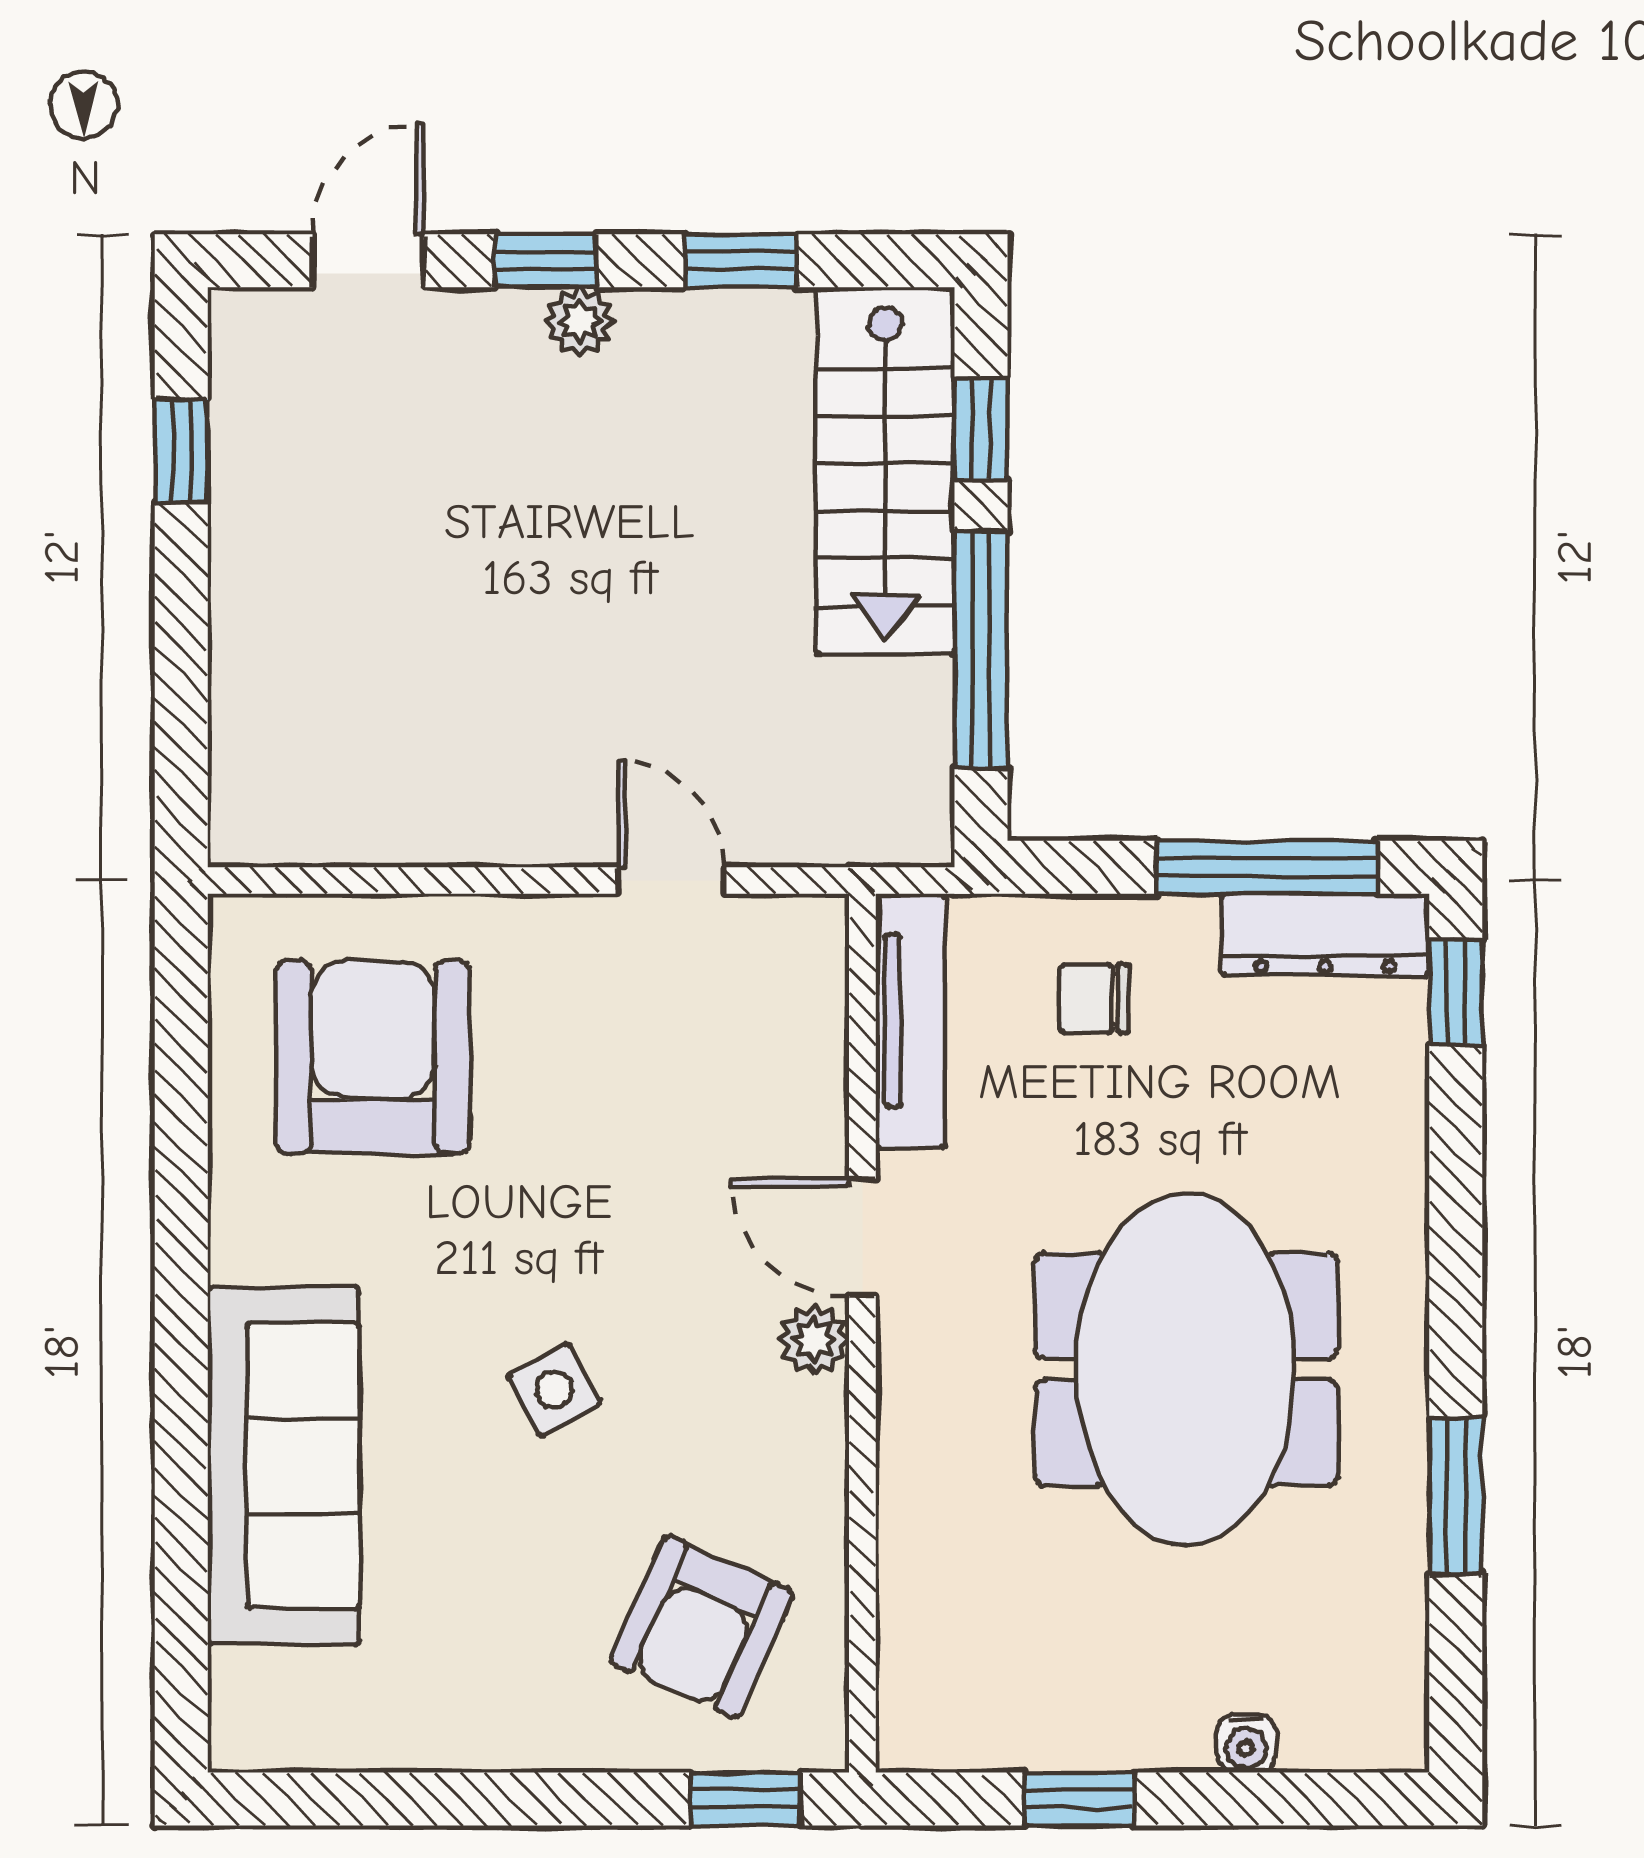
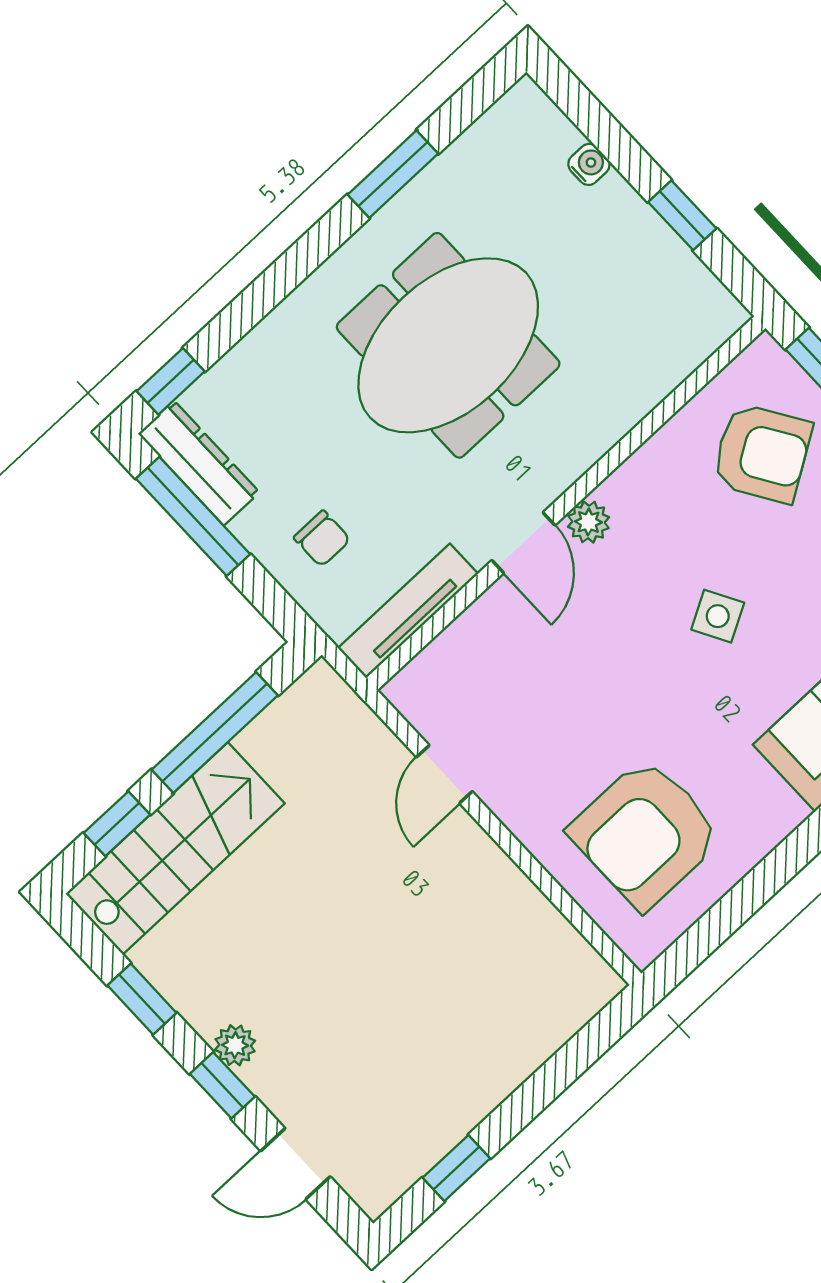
armchair: (702, 1627) -> (762, 453), turned 34

